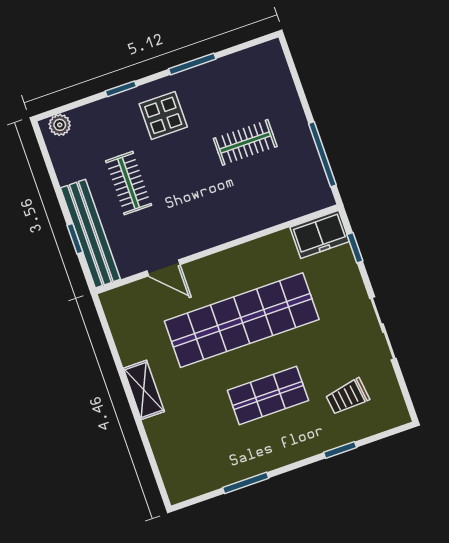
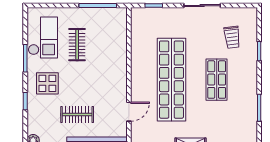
checkout: (237, 81) -> (43, 38), added
freezer: (320, 234) -> (140, 22), removed

